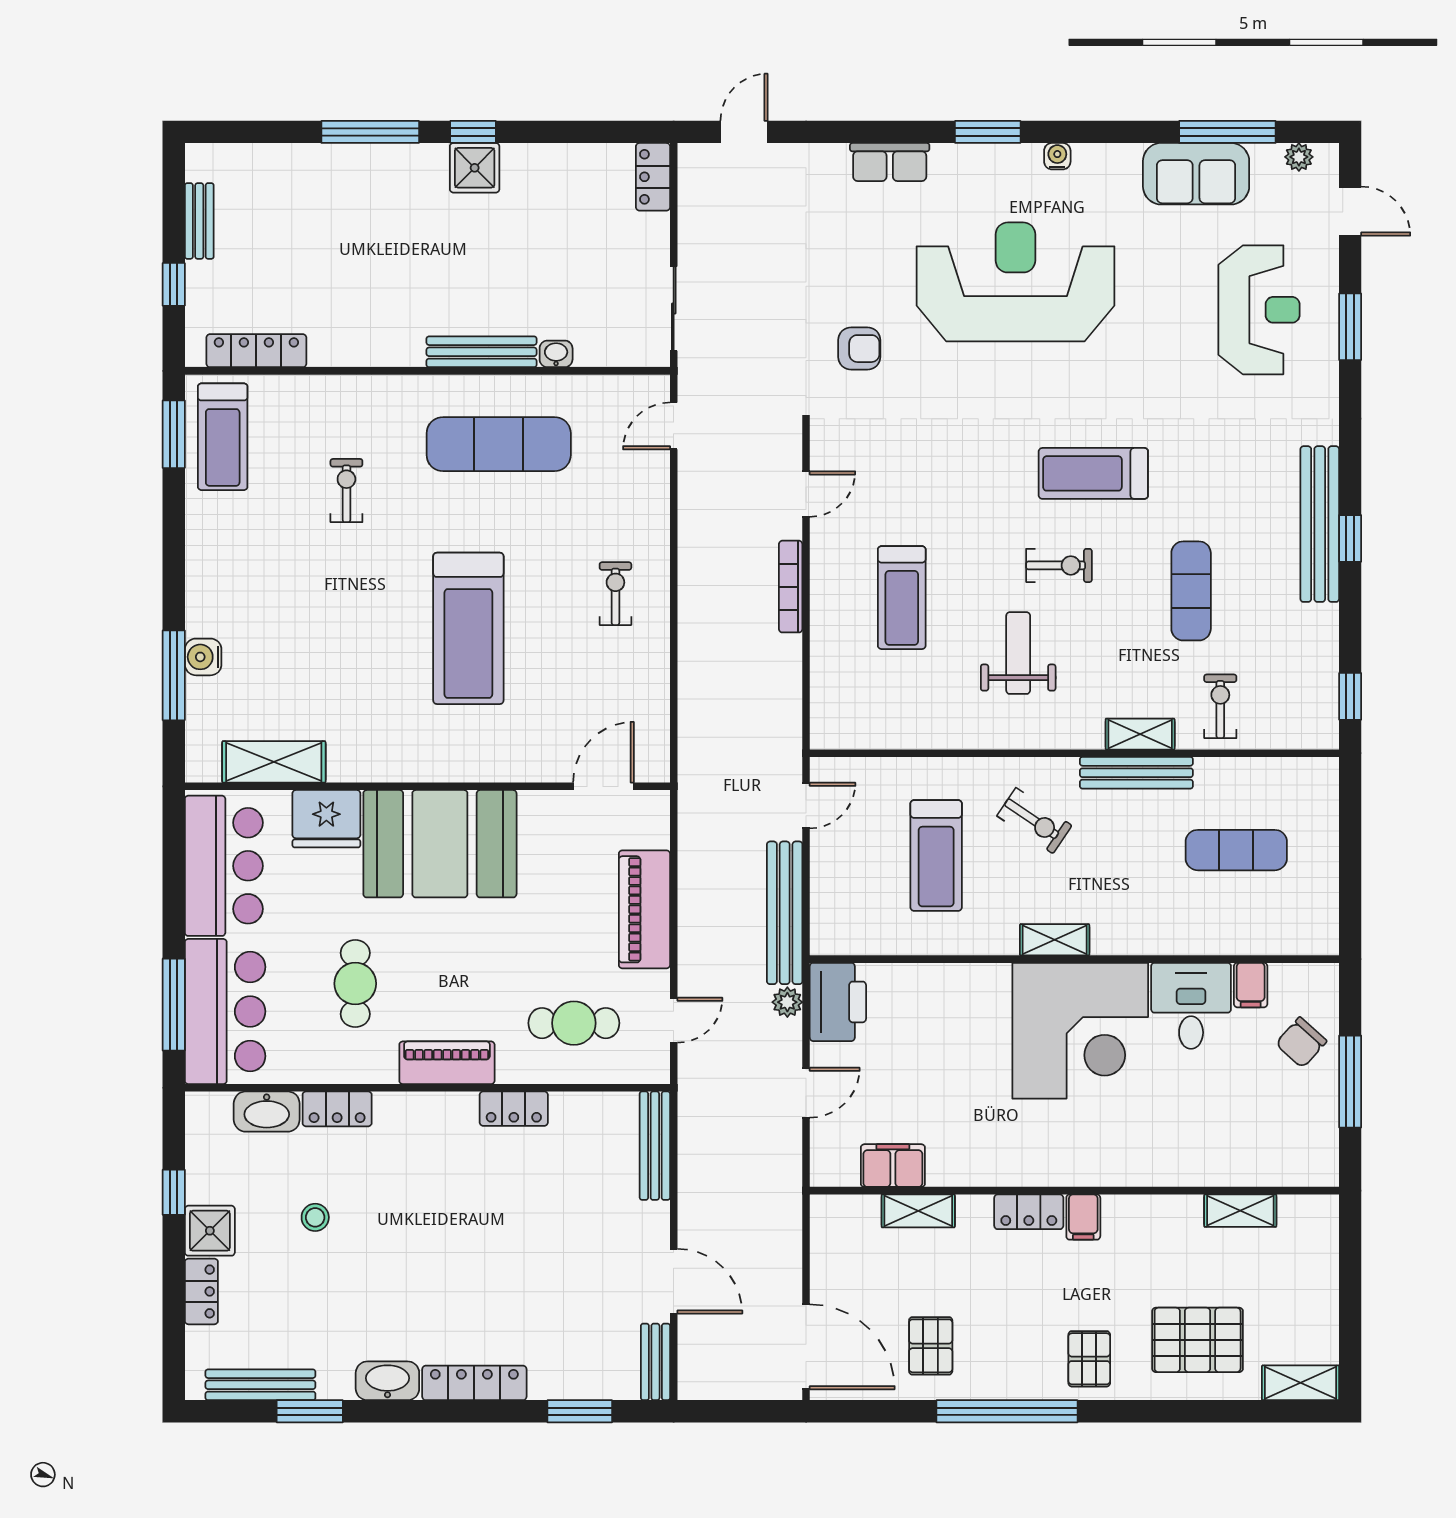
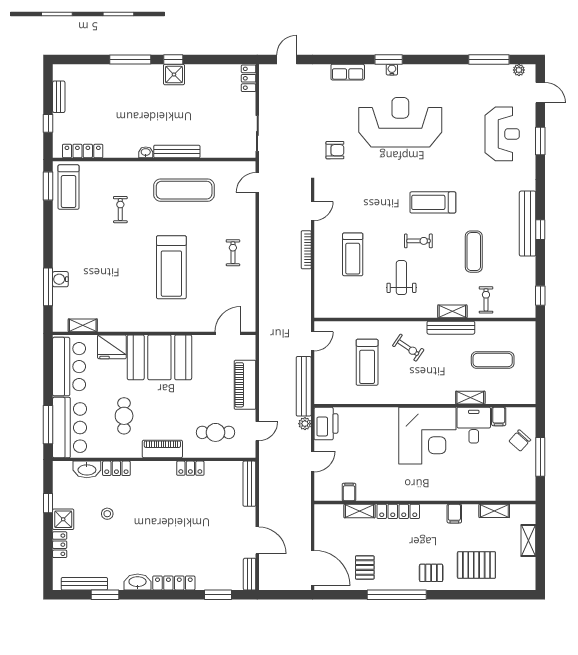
water cooler: (1057, 156) -> (392, 70), moved
sofa: (1196, 174) -> (476, 77), removed
washbasin: (556, 354) -> (146, 152), moved
shelving: (274, 762) -> (83, 325), width x0.67, depth x0.75
shelving: (1055, 940) -> (470, 398), moved
filing cabinet: (893, 1166) -> (349, 492), width x0.50
locker: (1029, 1212) -> (398, 511), width x1.53
filing cabinet: (1083, 1217) -> (454, 514), moved
pallet: (1089, 1359) -> (431, 573), turned 90
shelving: (1300, 1383) -> (528, 541), moved, turned 90

